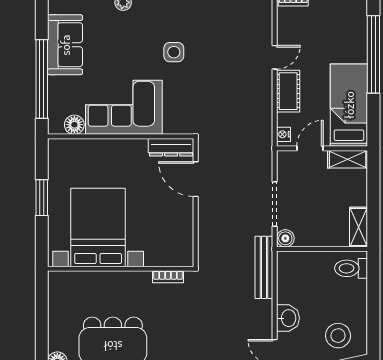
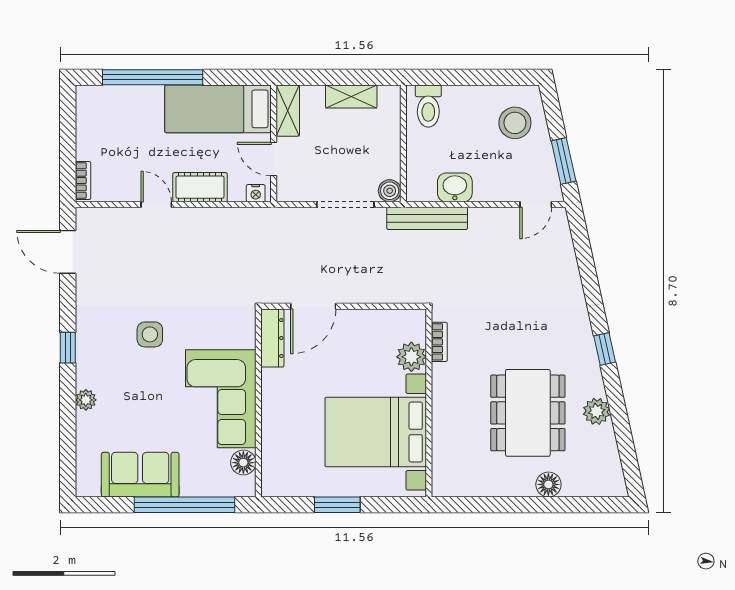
shelving: (359, 227) -> (351, 97), moved
plant: (156, 255) -> (411, 357), added
washbasin: (288, 318) -> (455, 187), moved

